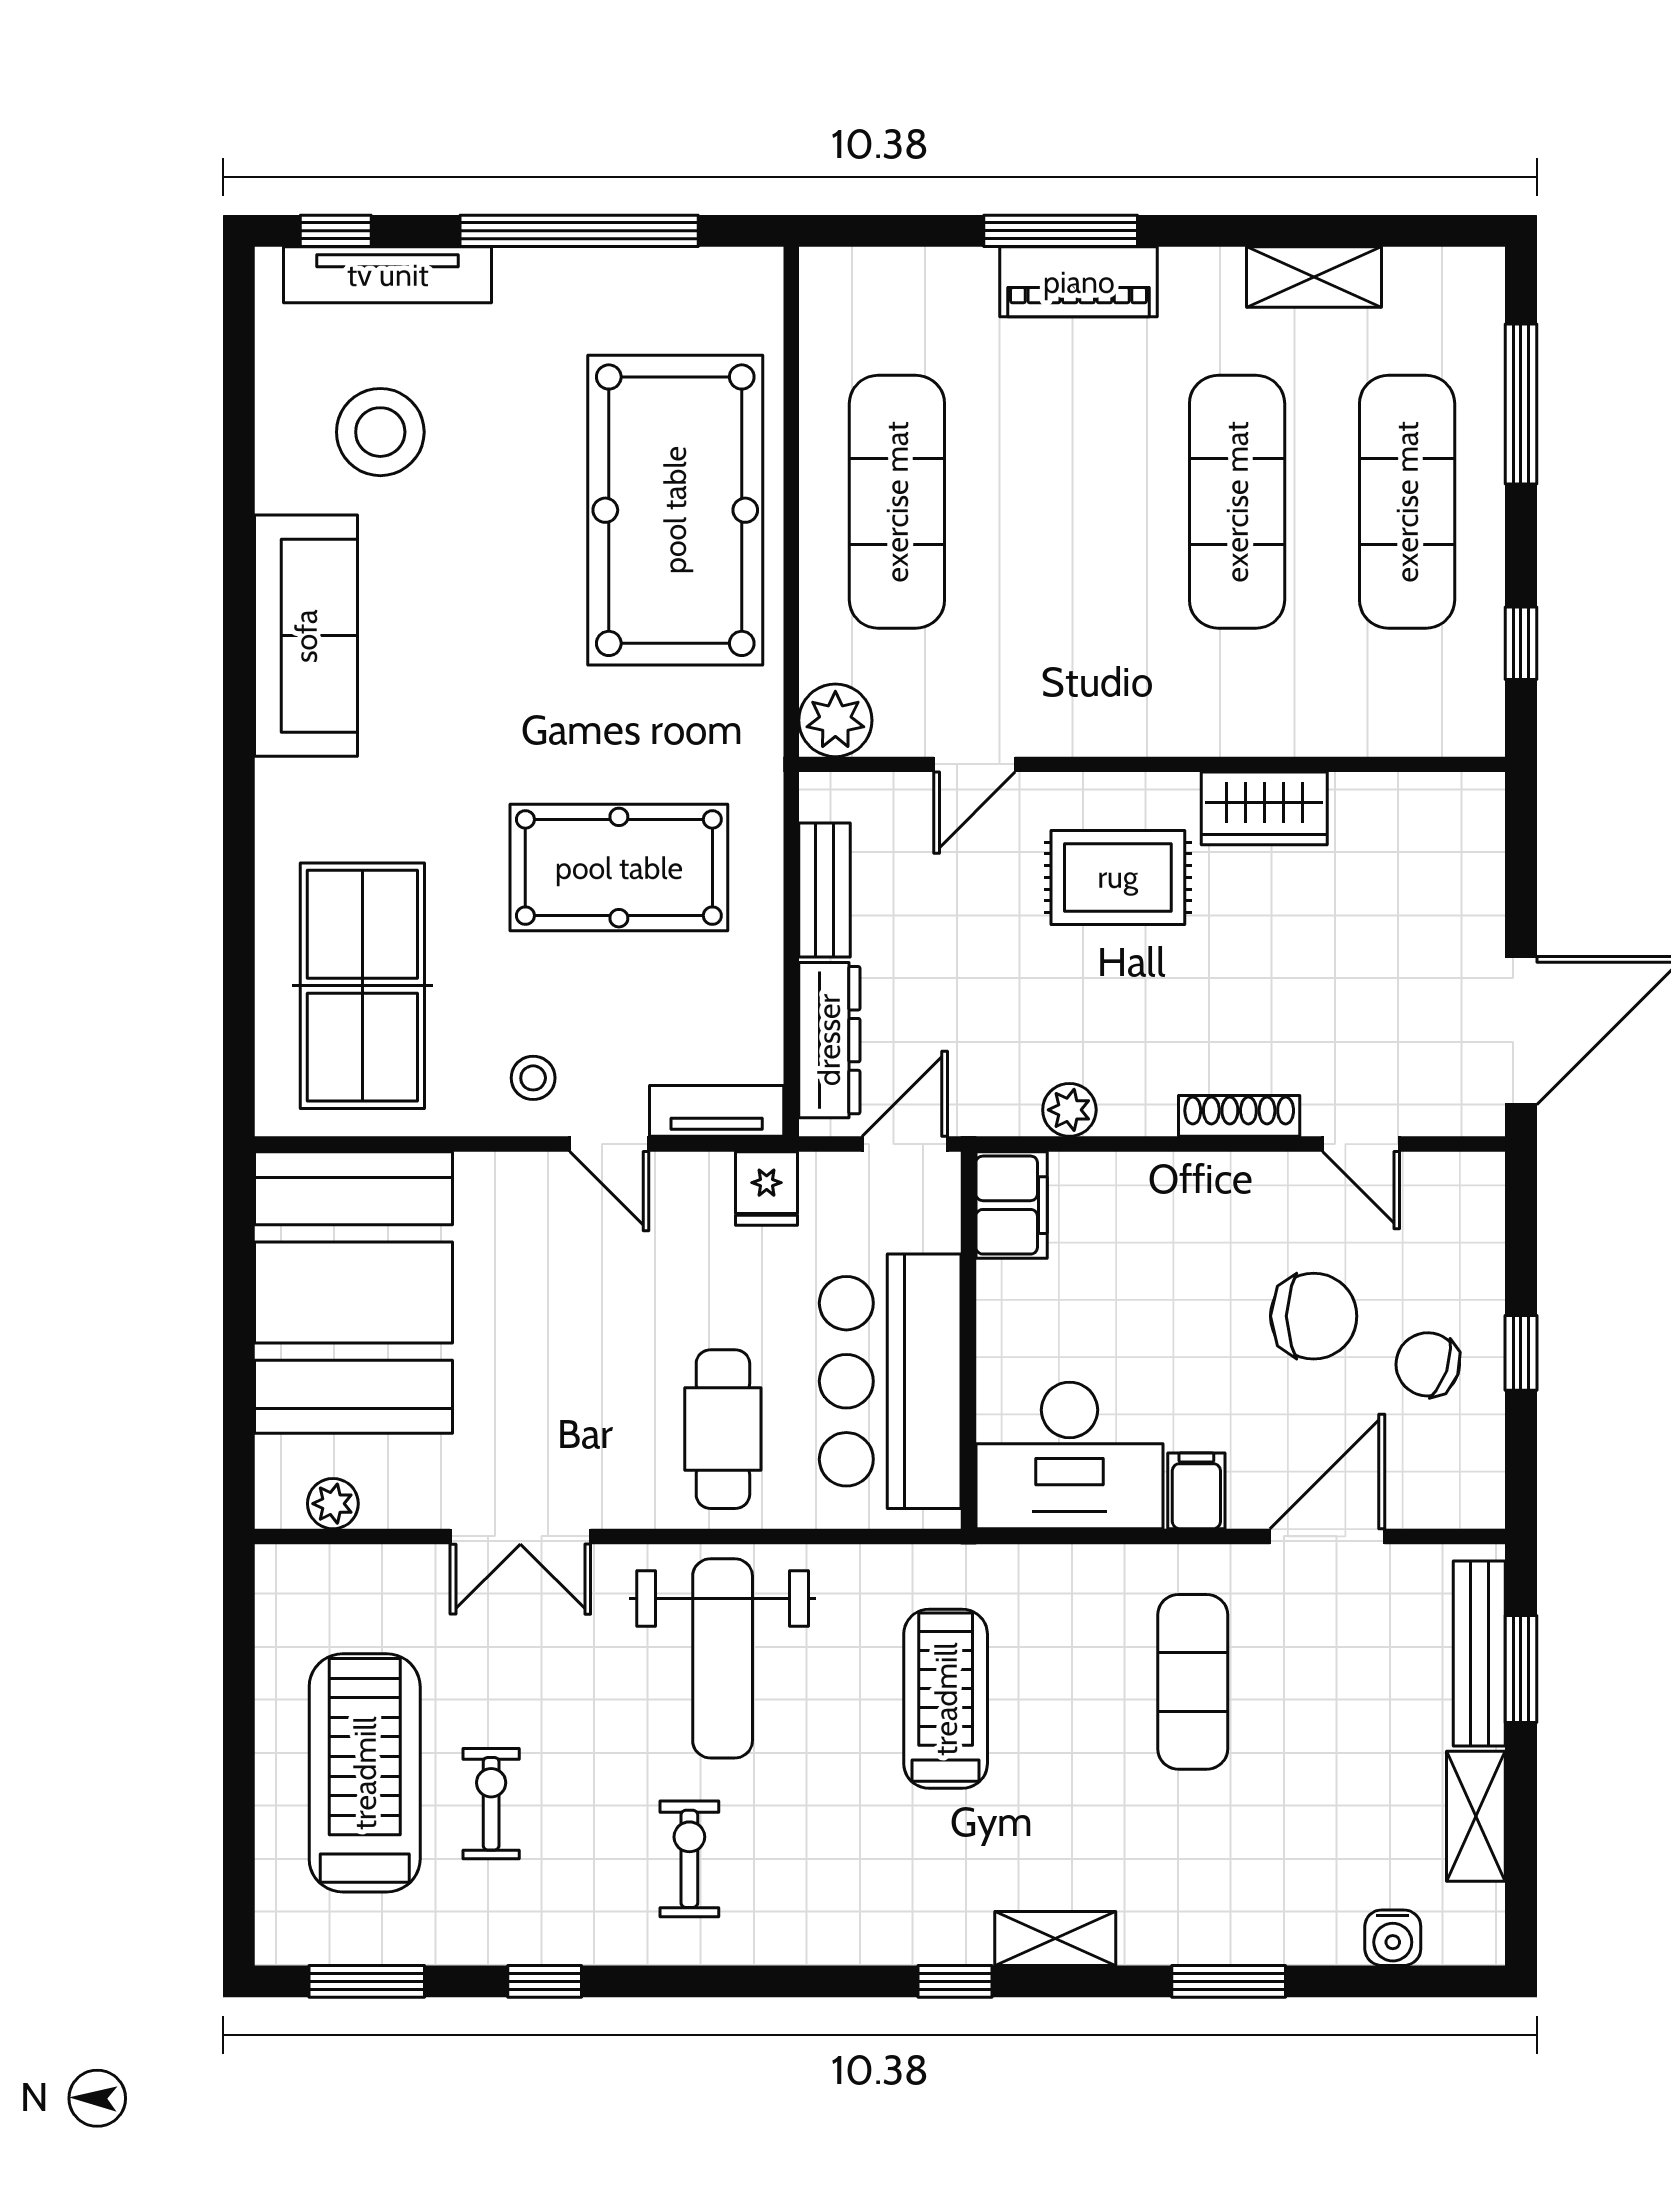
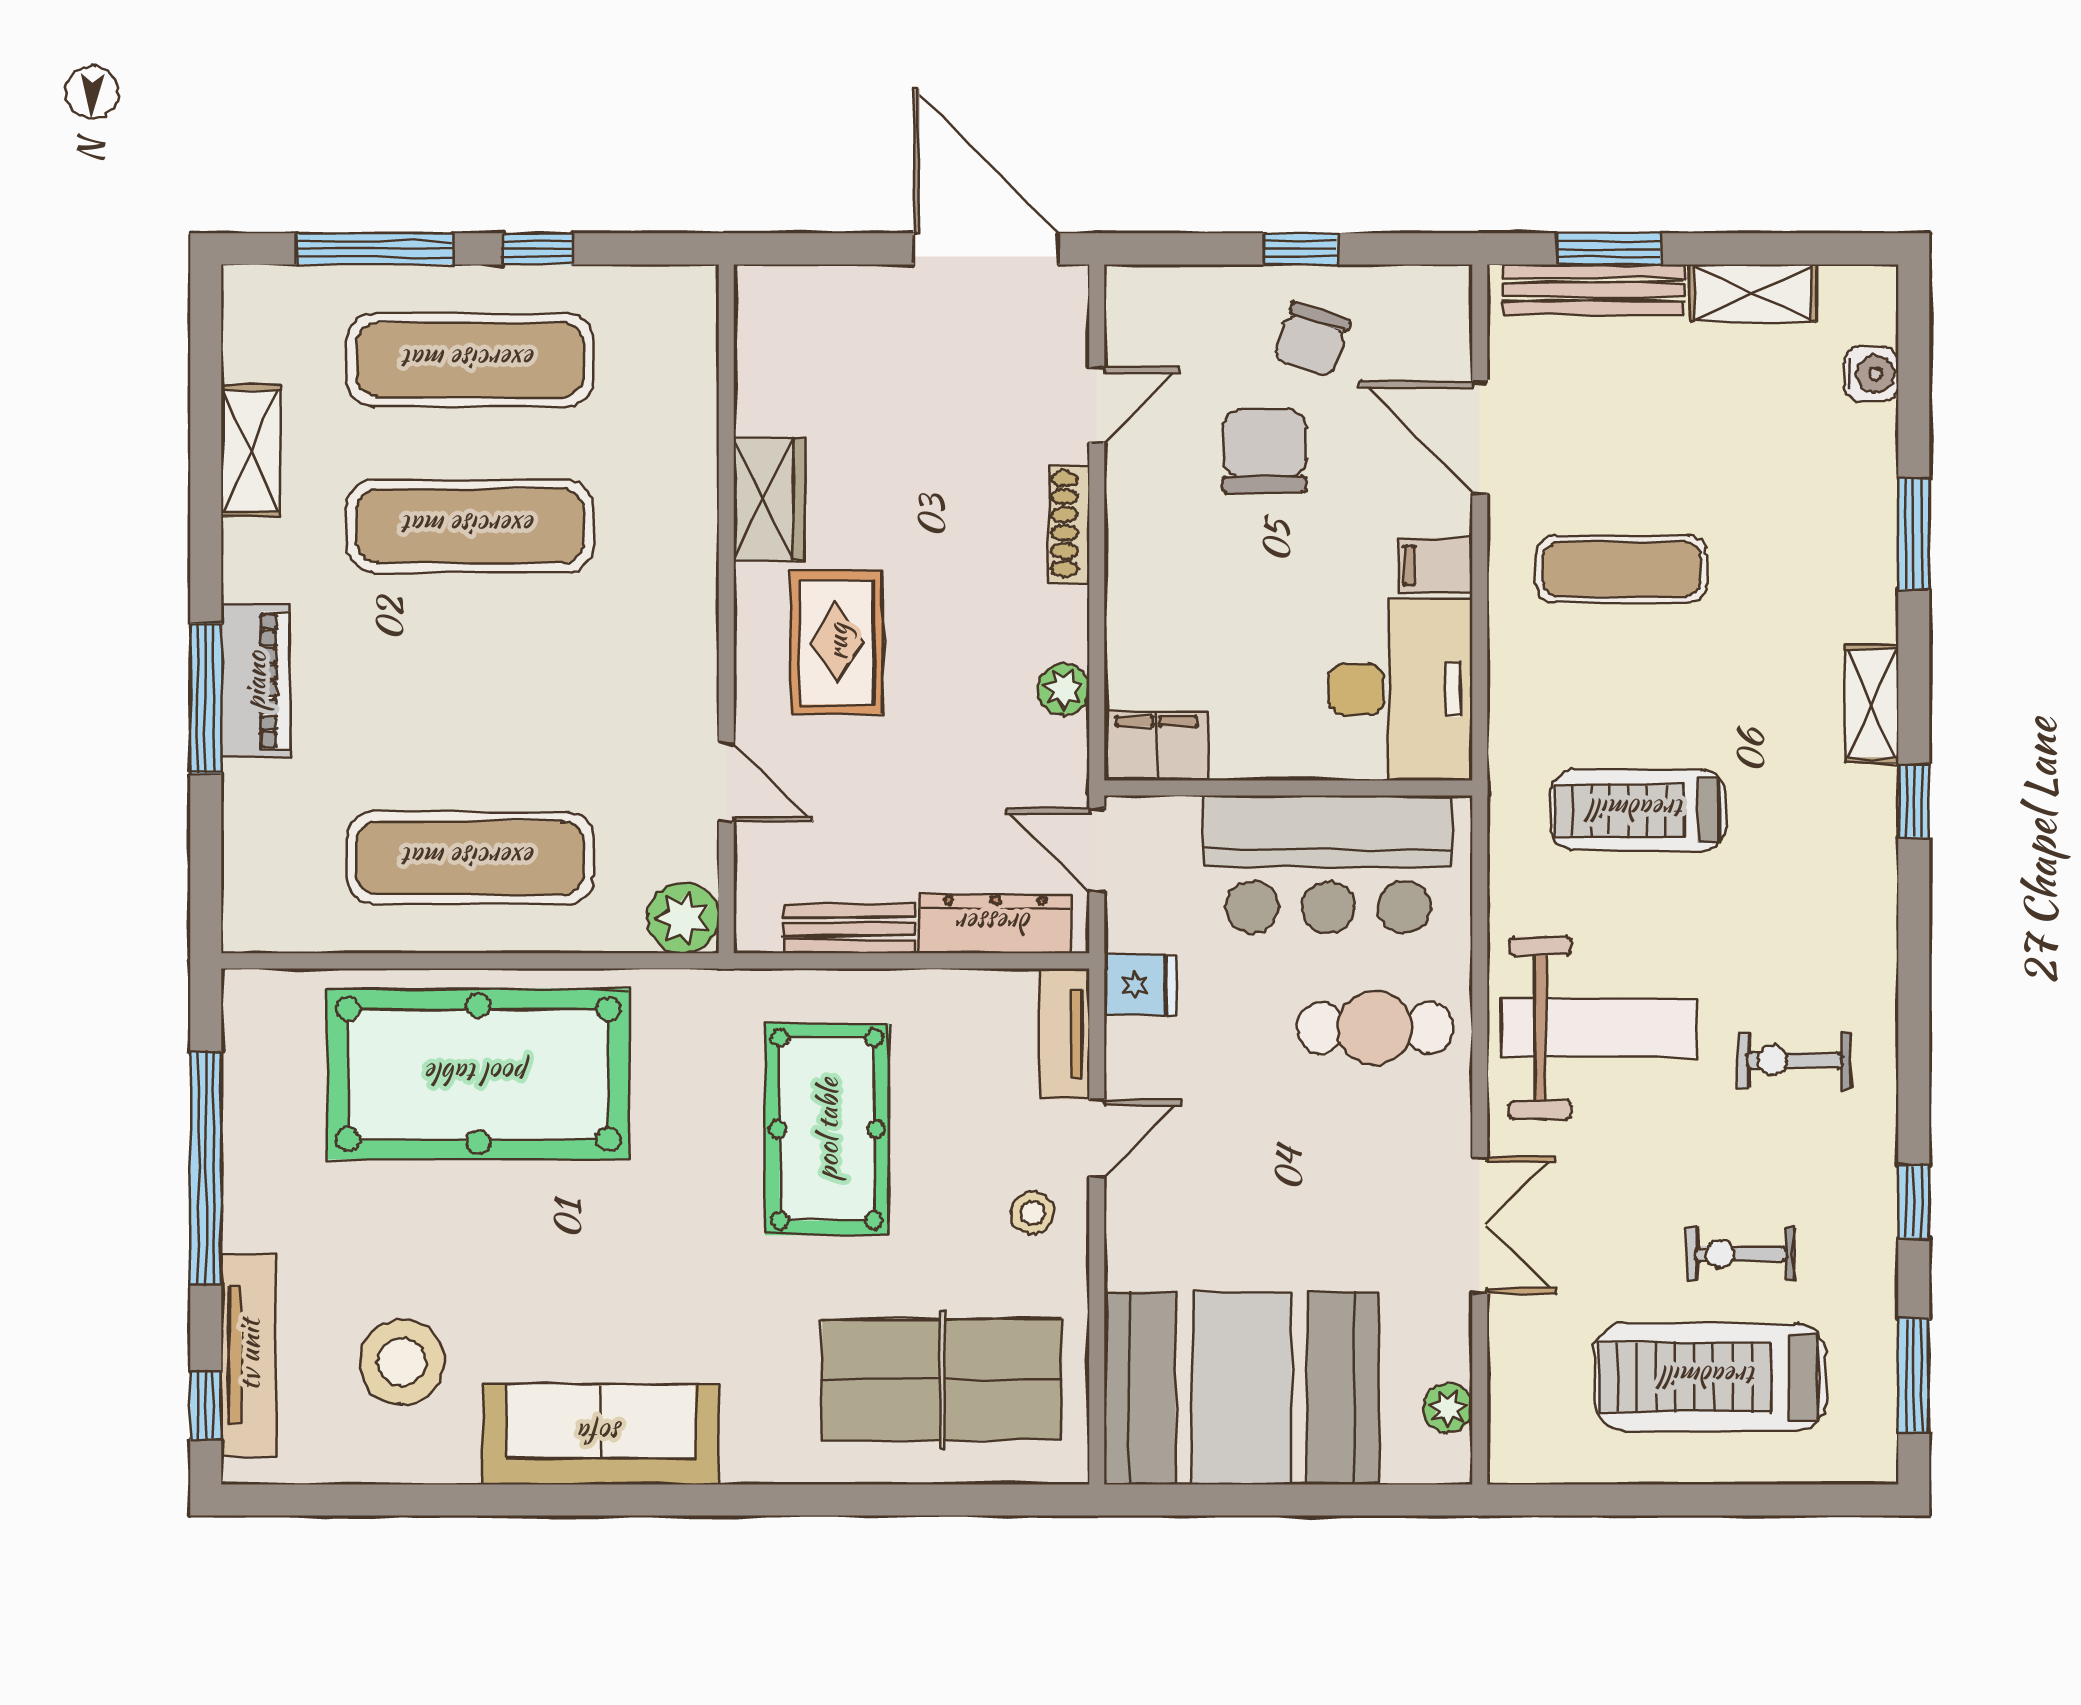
window: (1521, 643) -> (537, 249), moved

